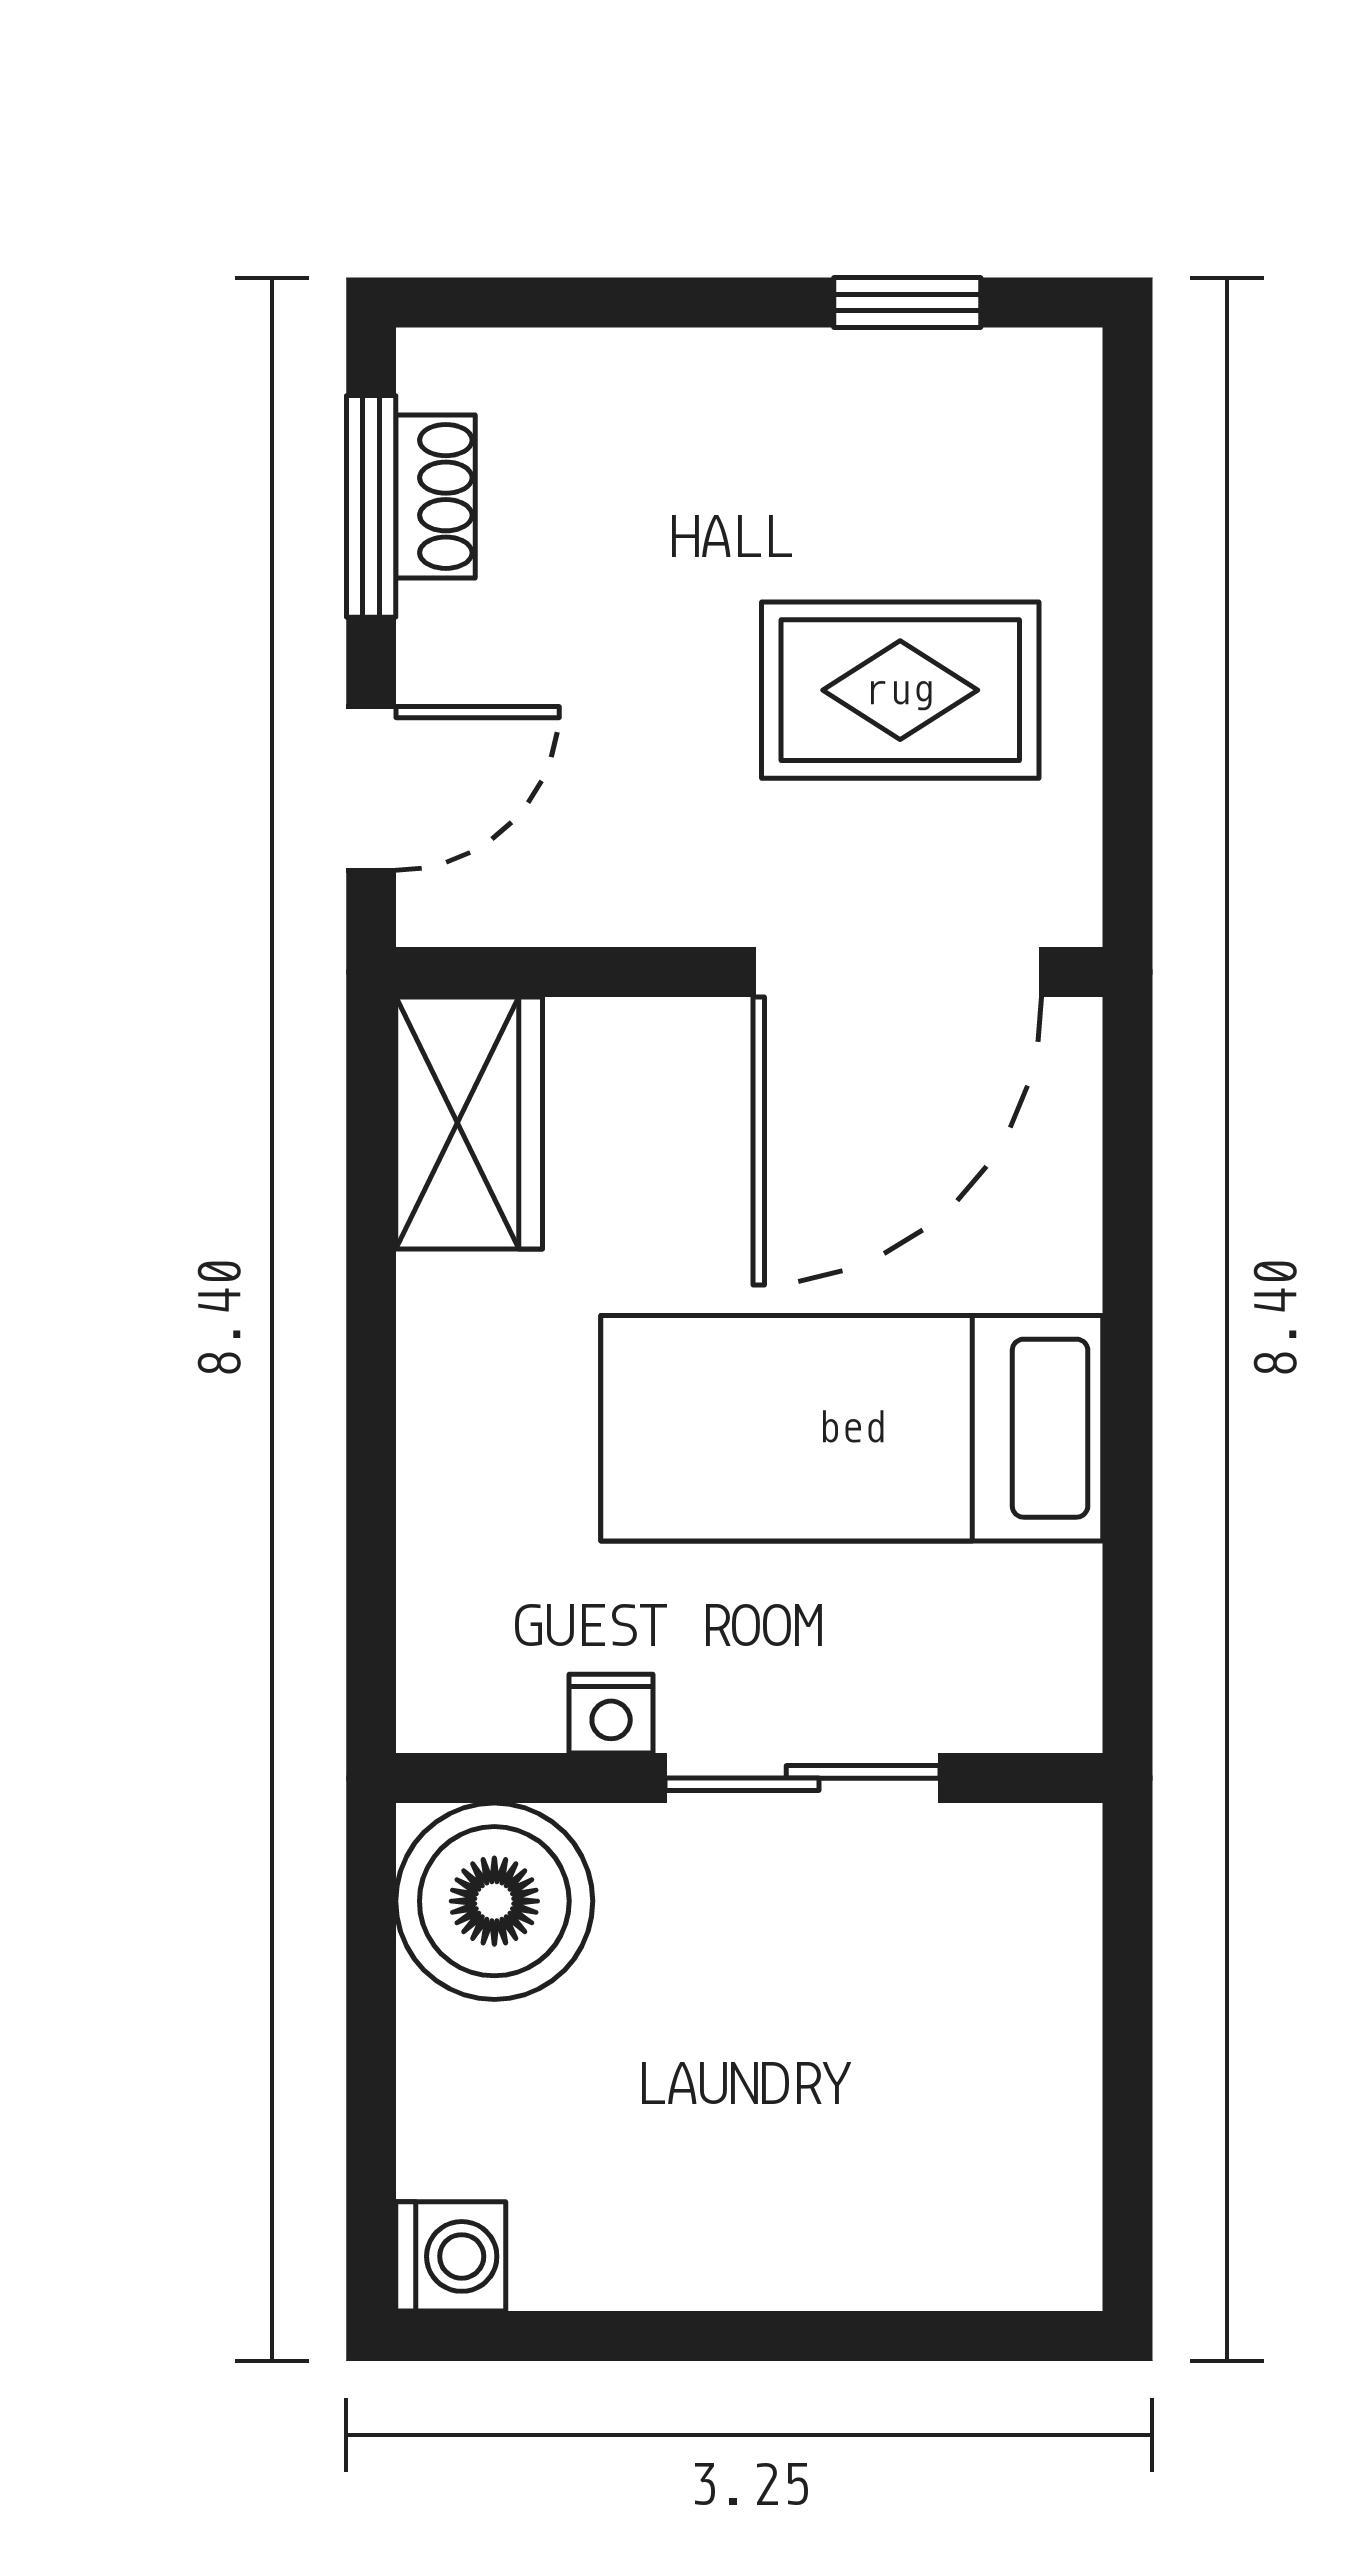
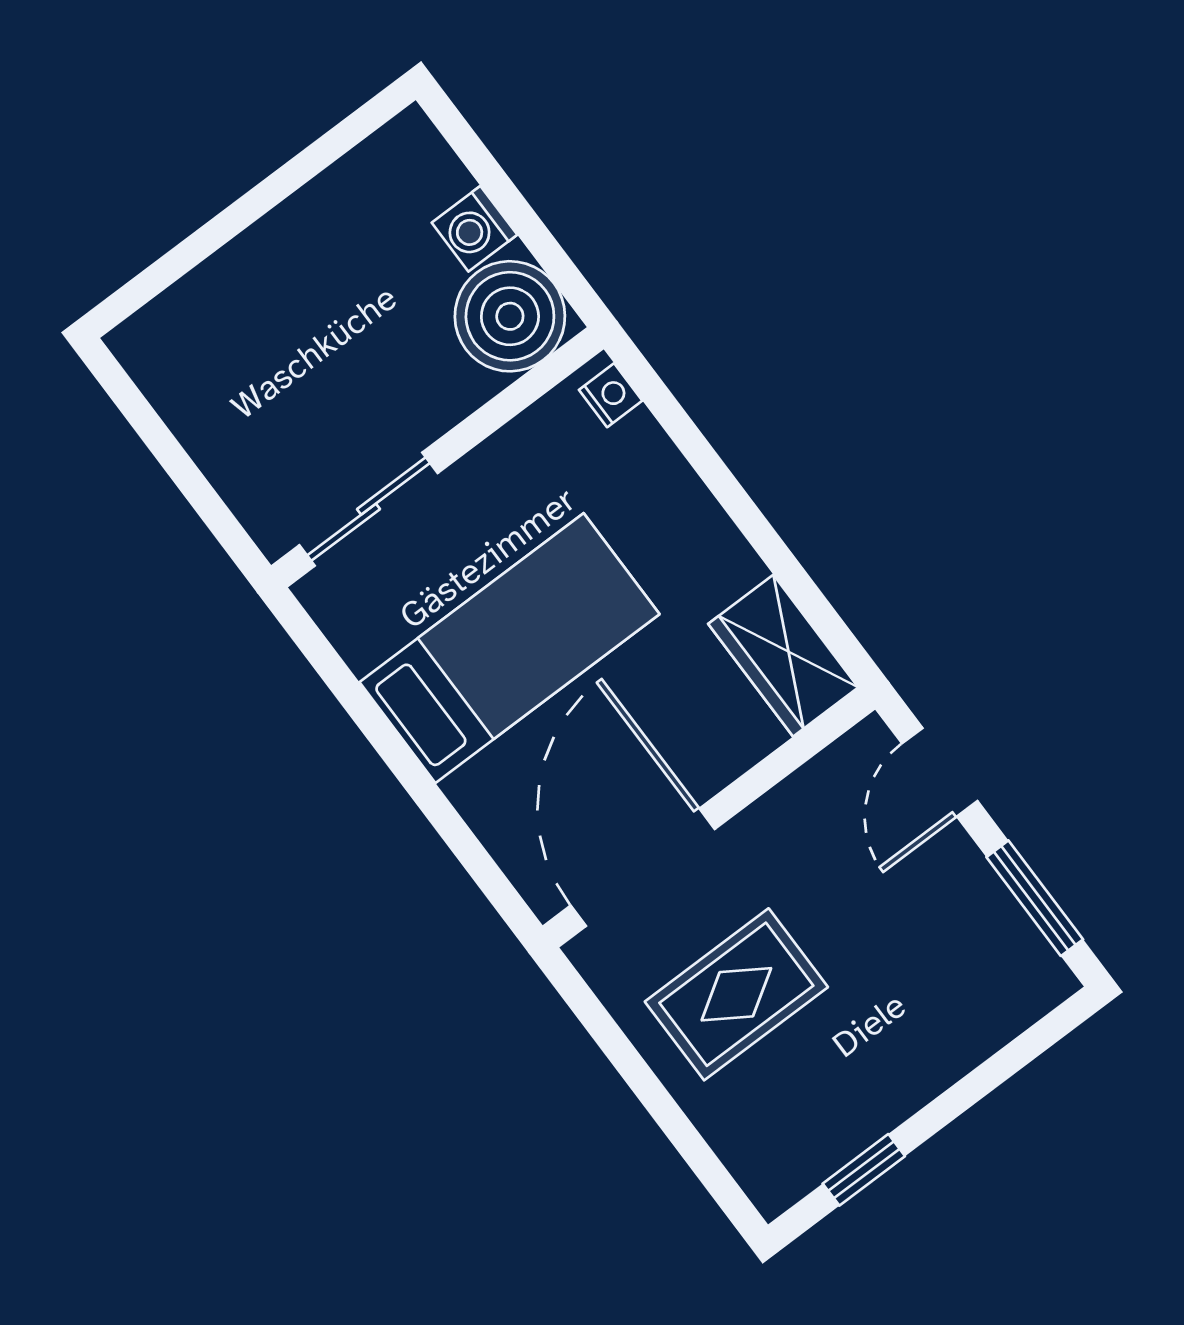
shoe rack: (436, 496) -> (1009, 924), removed
nightstand: (611, 1714) -> (611, 395), moved, turned 90
sliding door: (803, 1778) -> (369, 509), moved
washing machine: (451, 2256) -> (474, 229), moved

